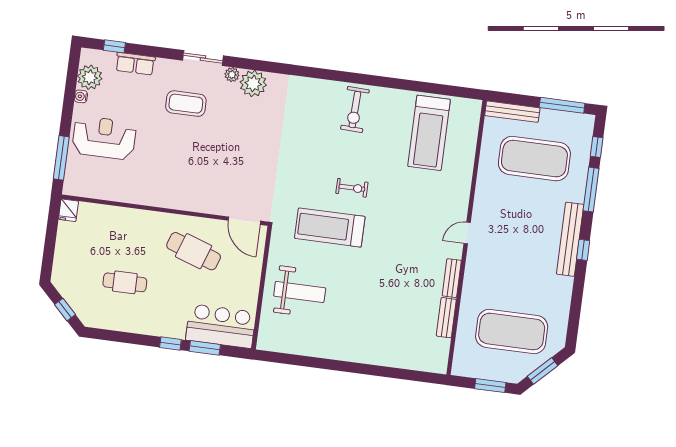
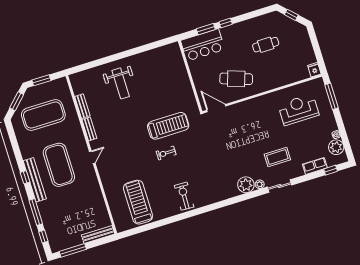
reception desk: (104, 138) -> (298, 110), moved, turned 180
exercise mat: (534, 159) -> (59, 165), moved, turned 90
weight bench: (300, 292) -> (121, 83), moved, turned -90

